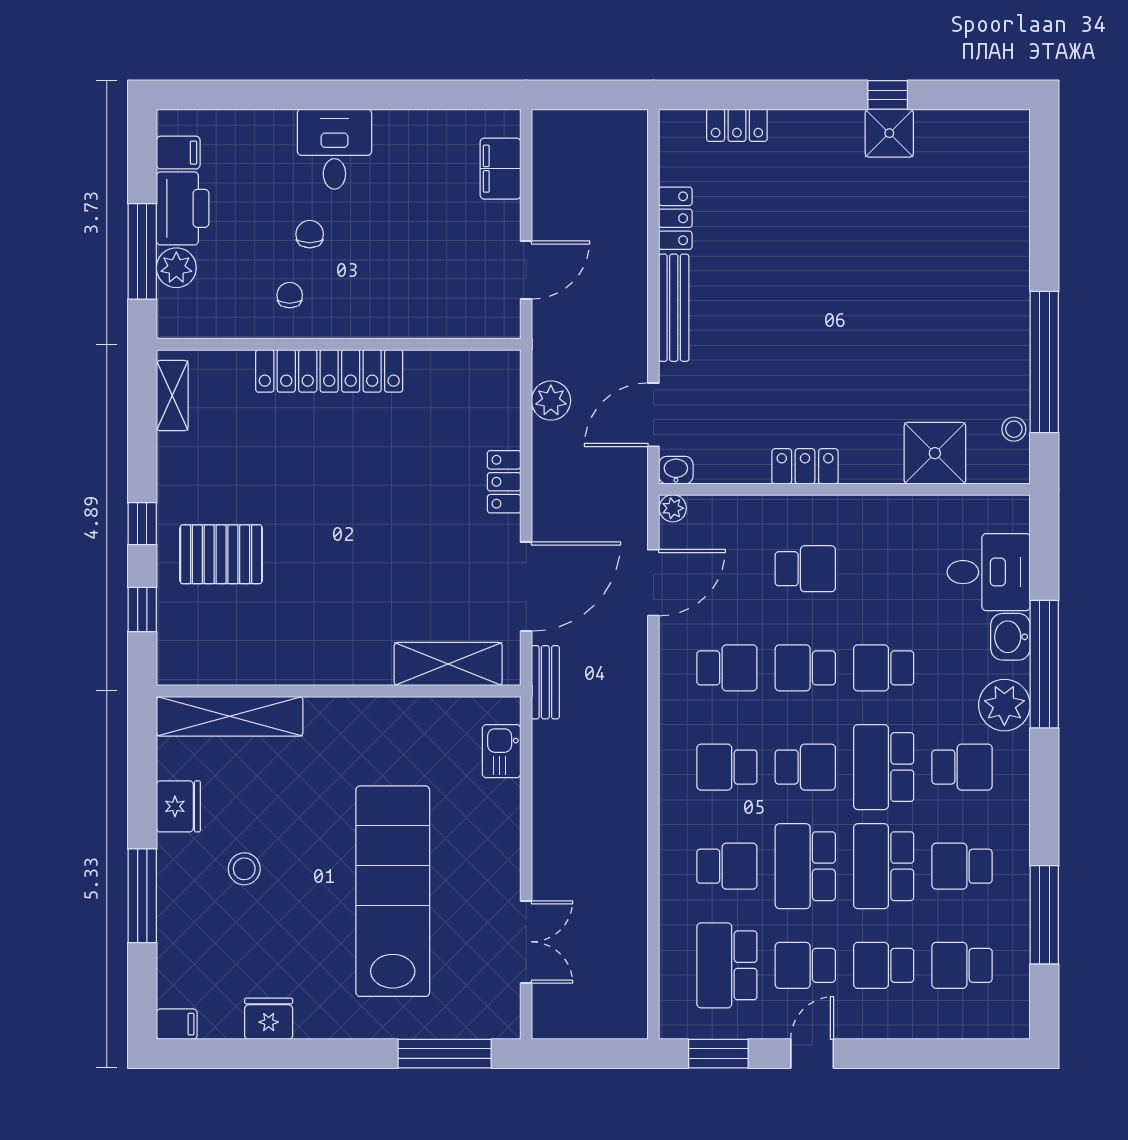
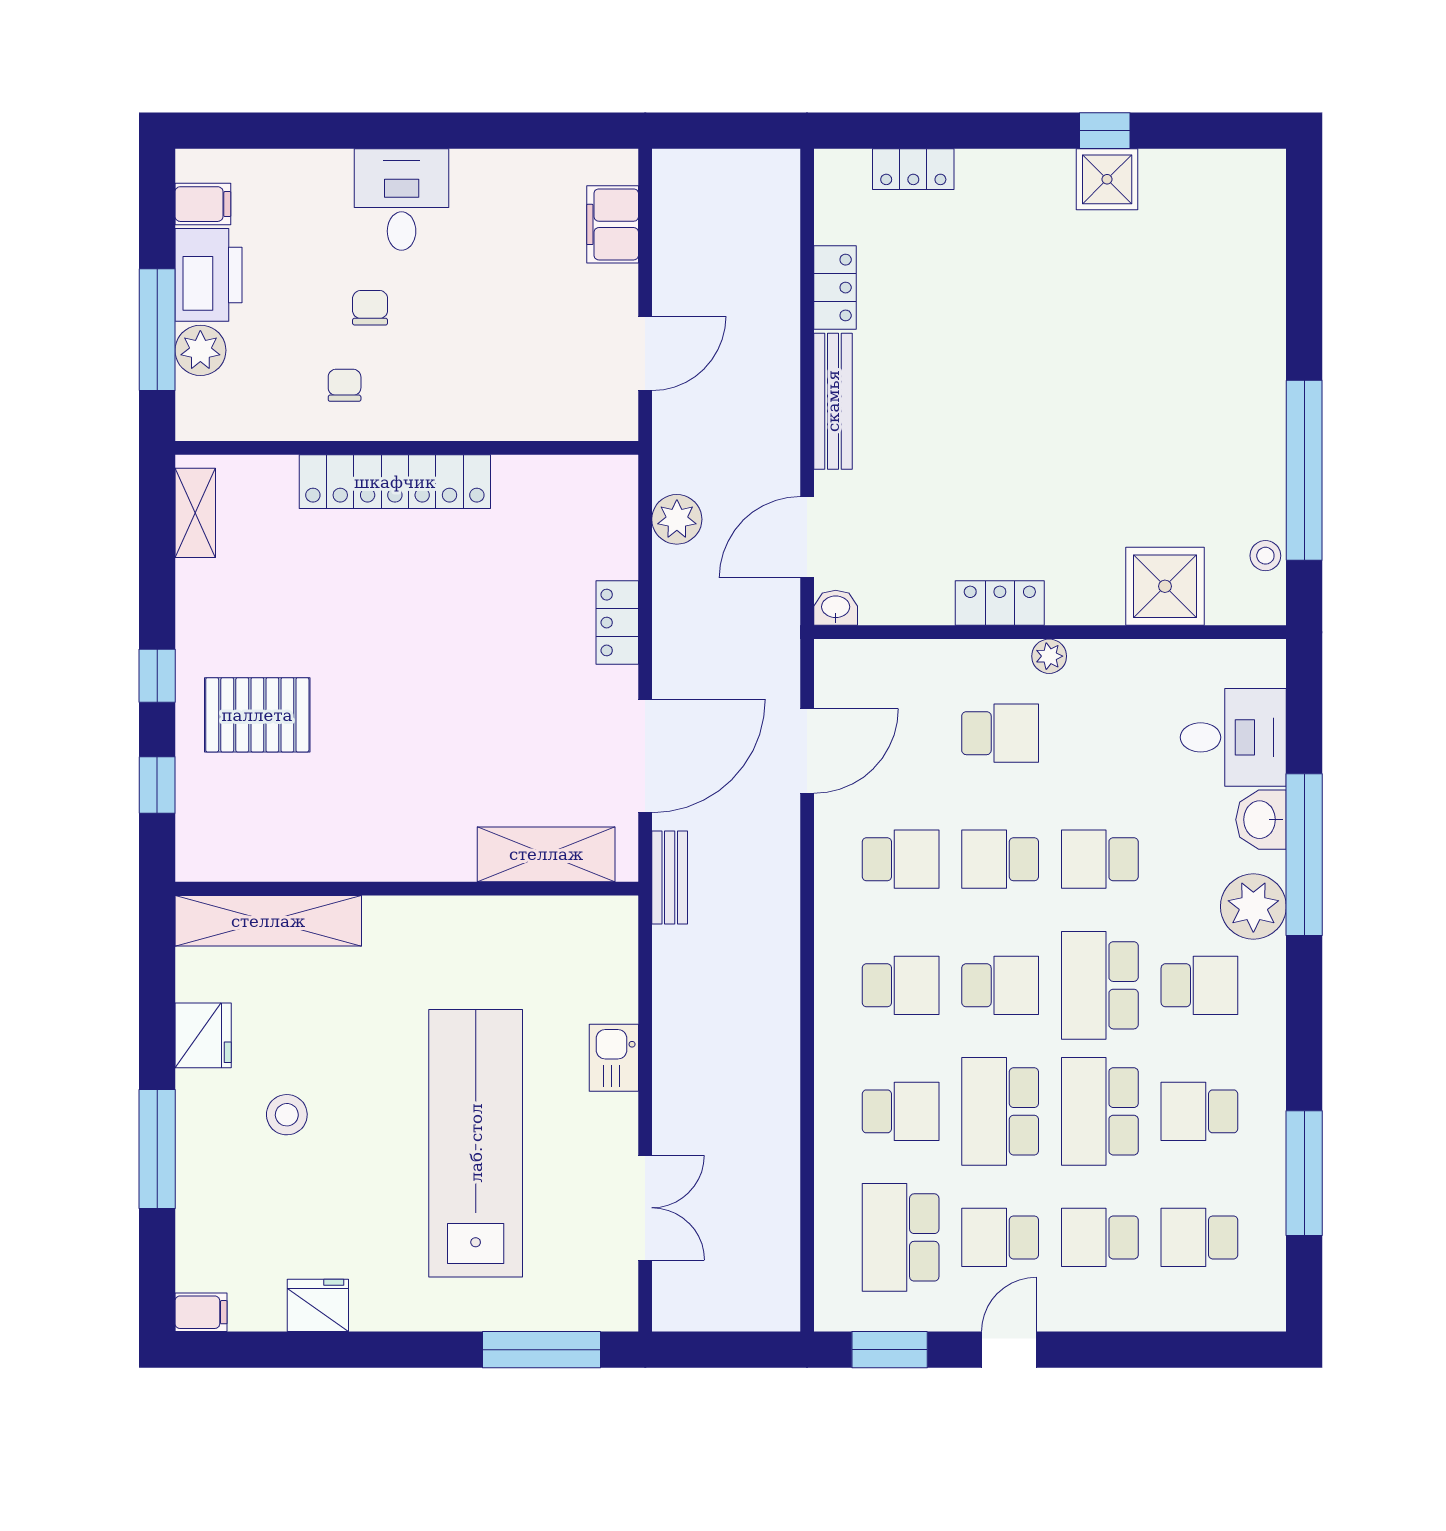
plant: (673, 508) -> (1049, 656), moved
kitchen sink: (502, 751) -> (614, 1058), moved
school desk: (727, 767) -> (901, 985), turned 180

